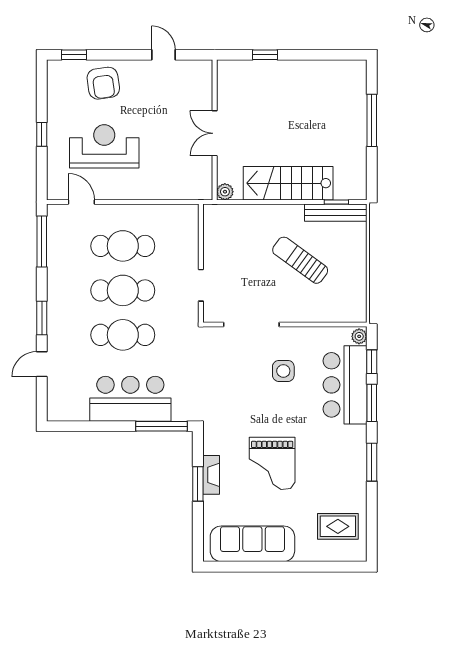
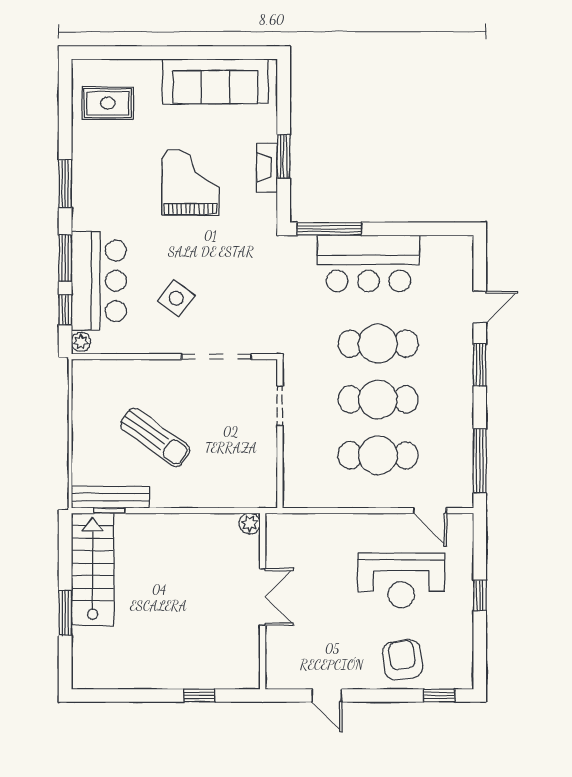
window: (372, 120) -> (65, 613), width x0.69
stairs: (288, 183) -> (93, 569), moved, turned -90
side table: (283, 371) -> (176, 298), turned 36

